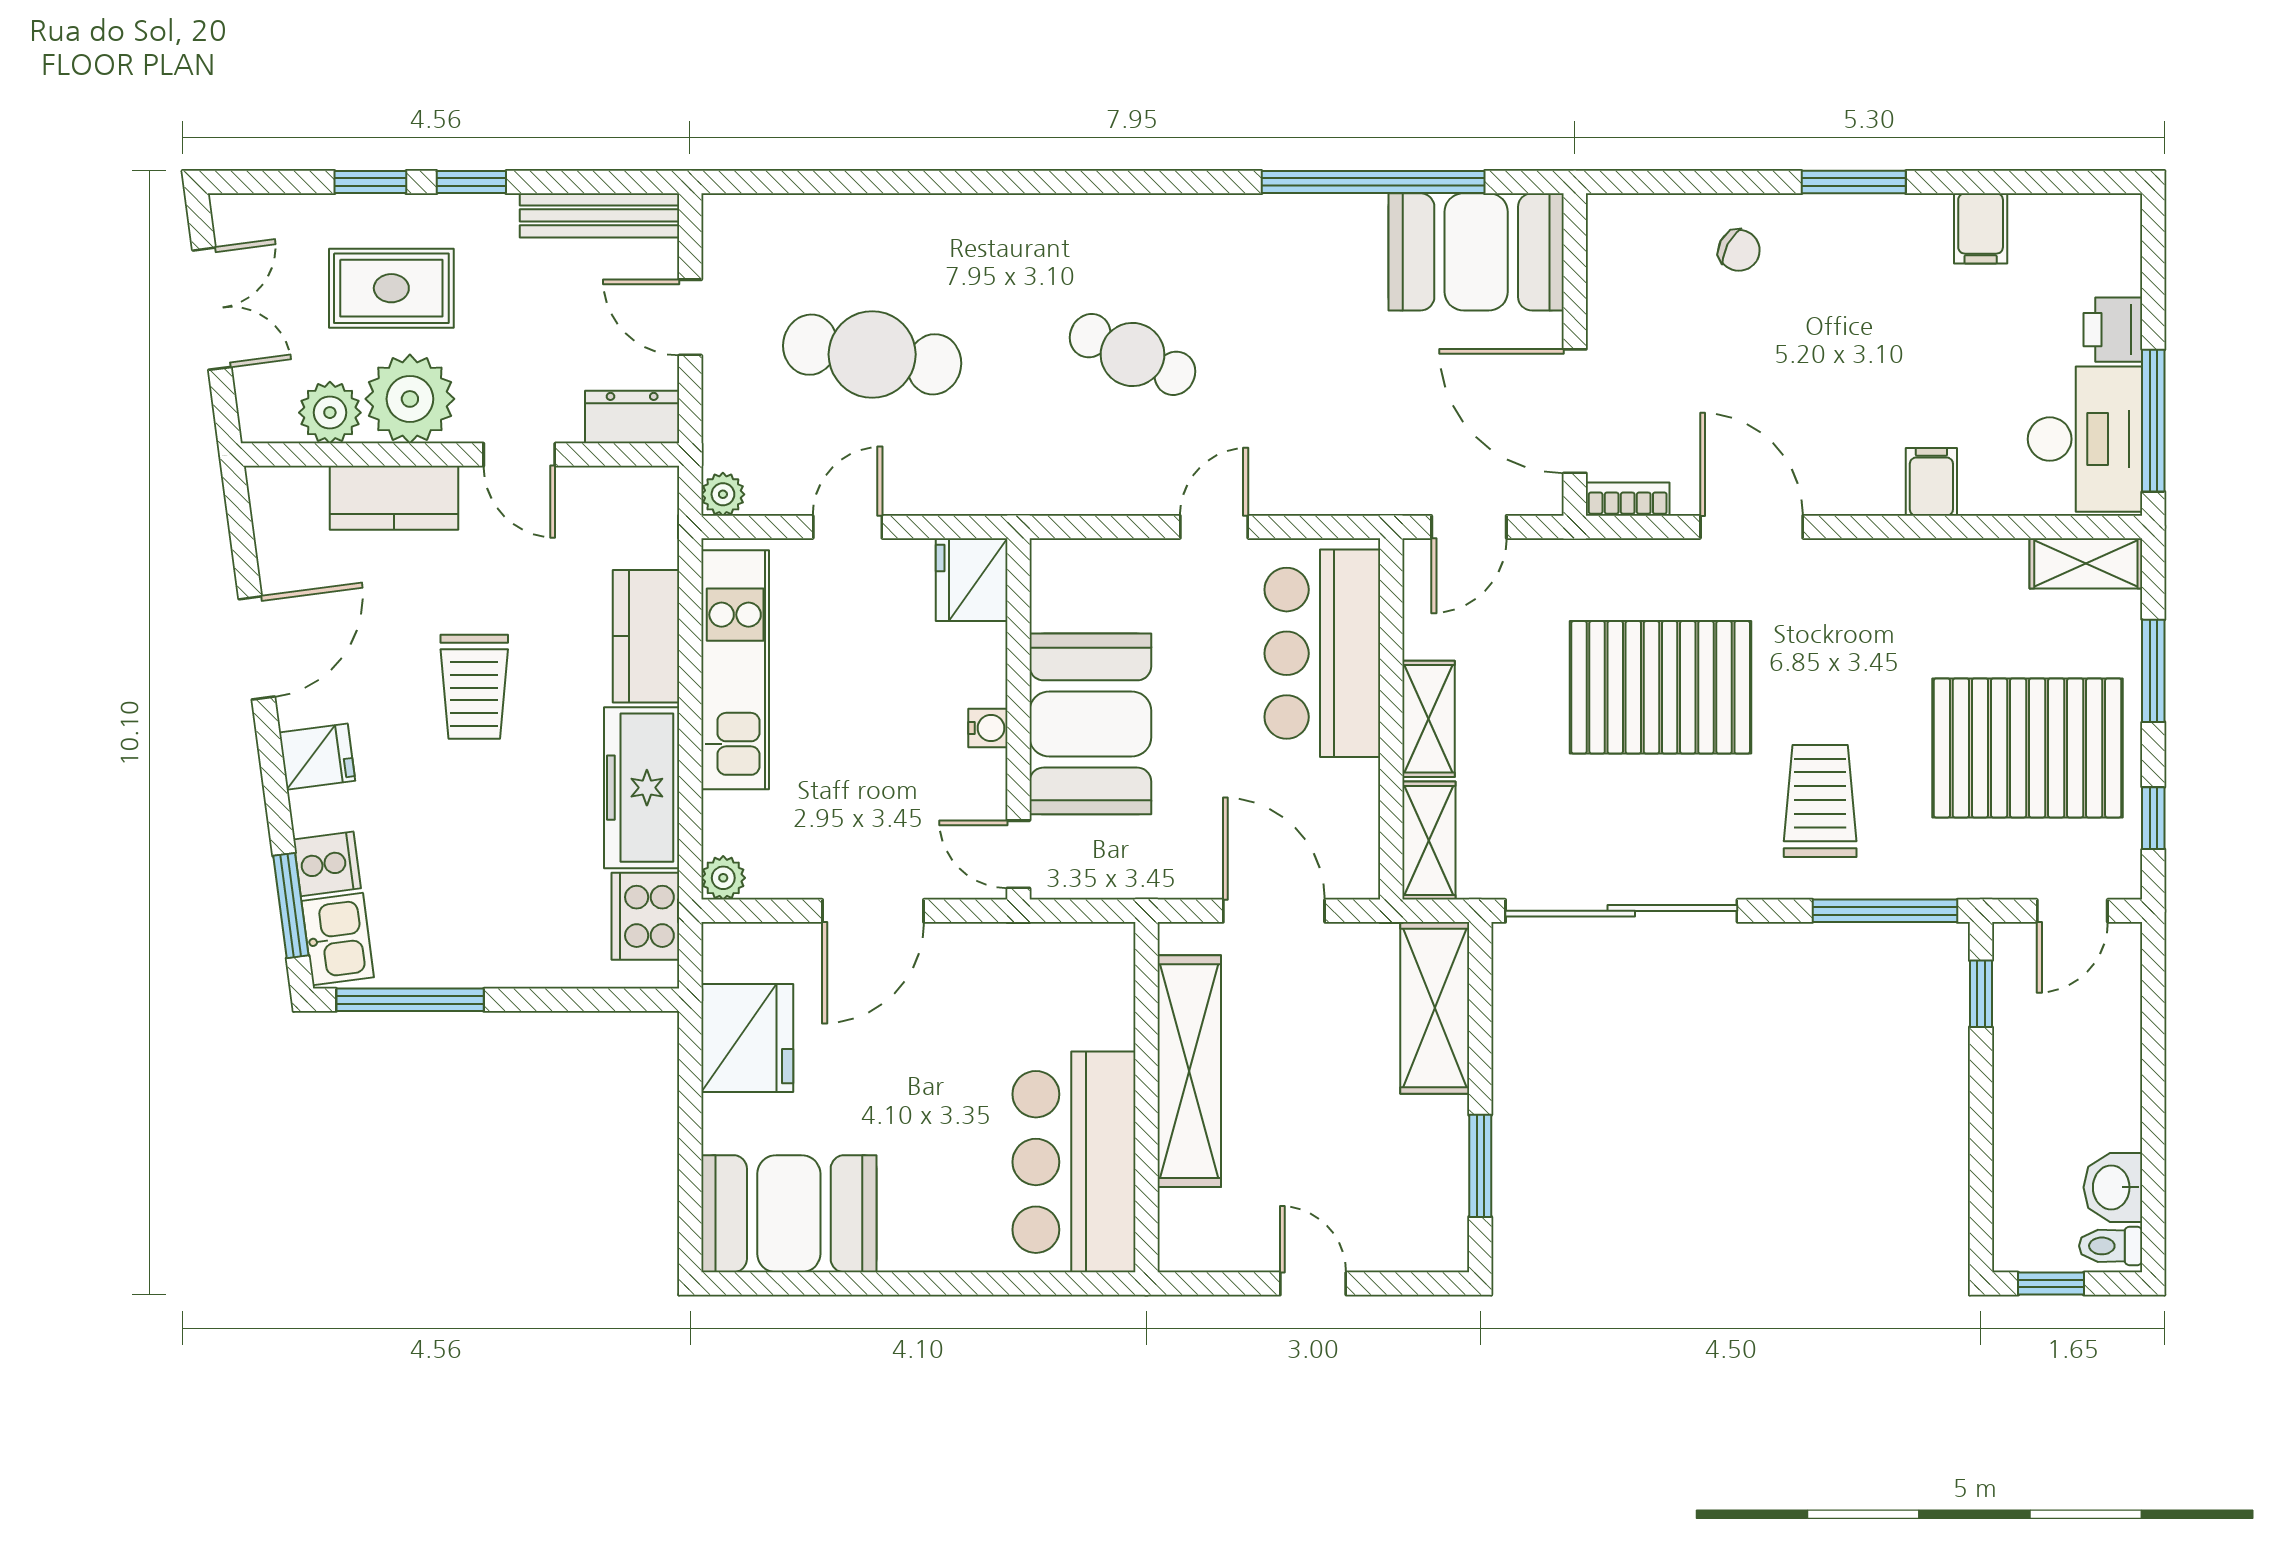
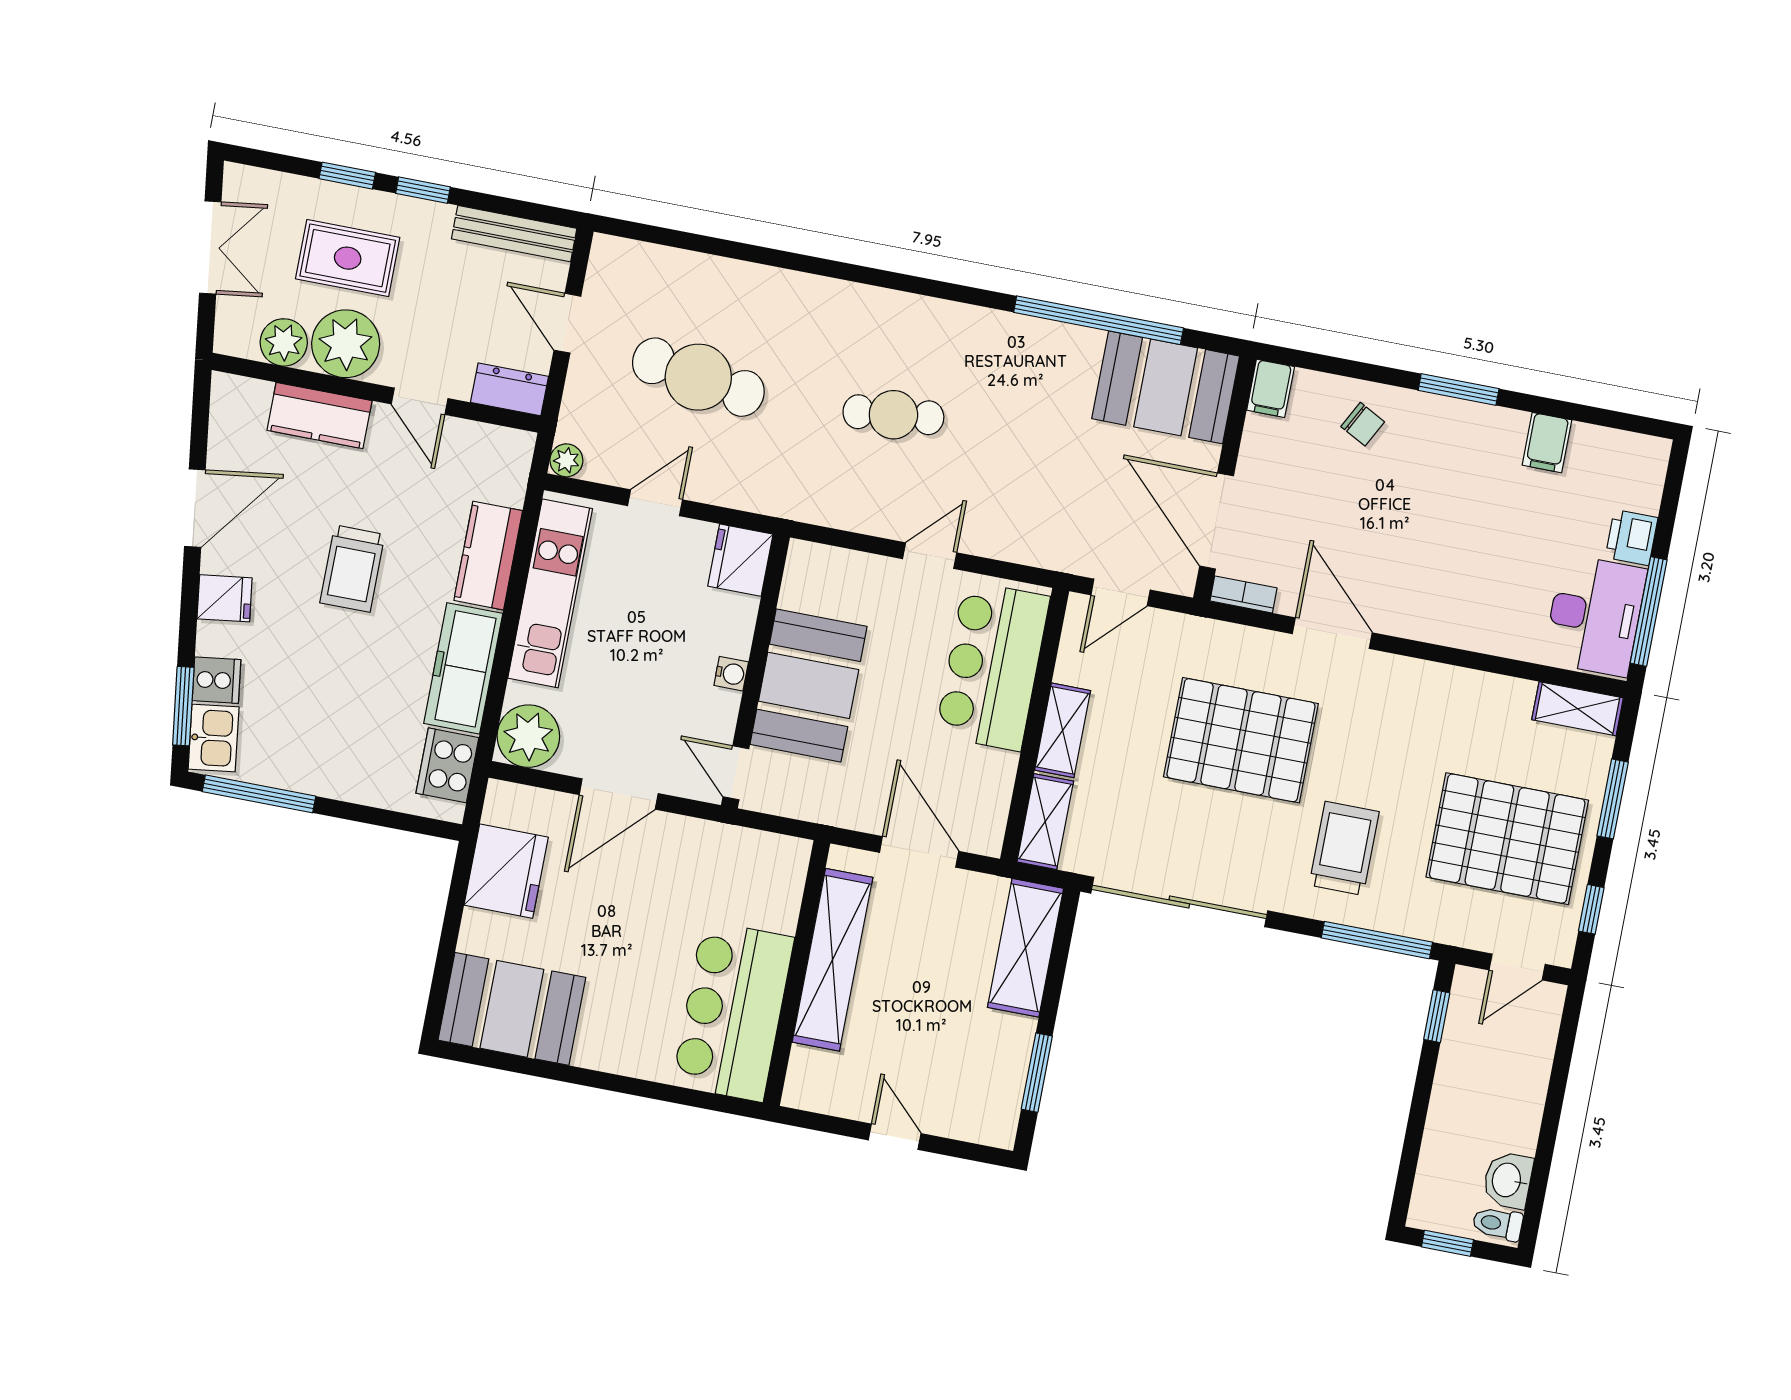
cafe table: (1133, 354) -> (893, 415), turned -30
filing cabinet: (1931, 482) -> (1271, 388), moved, turned 180
plant: (723, 878) -> (528, 736), width x1.87, depth x1.87

